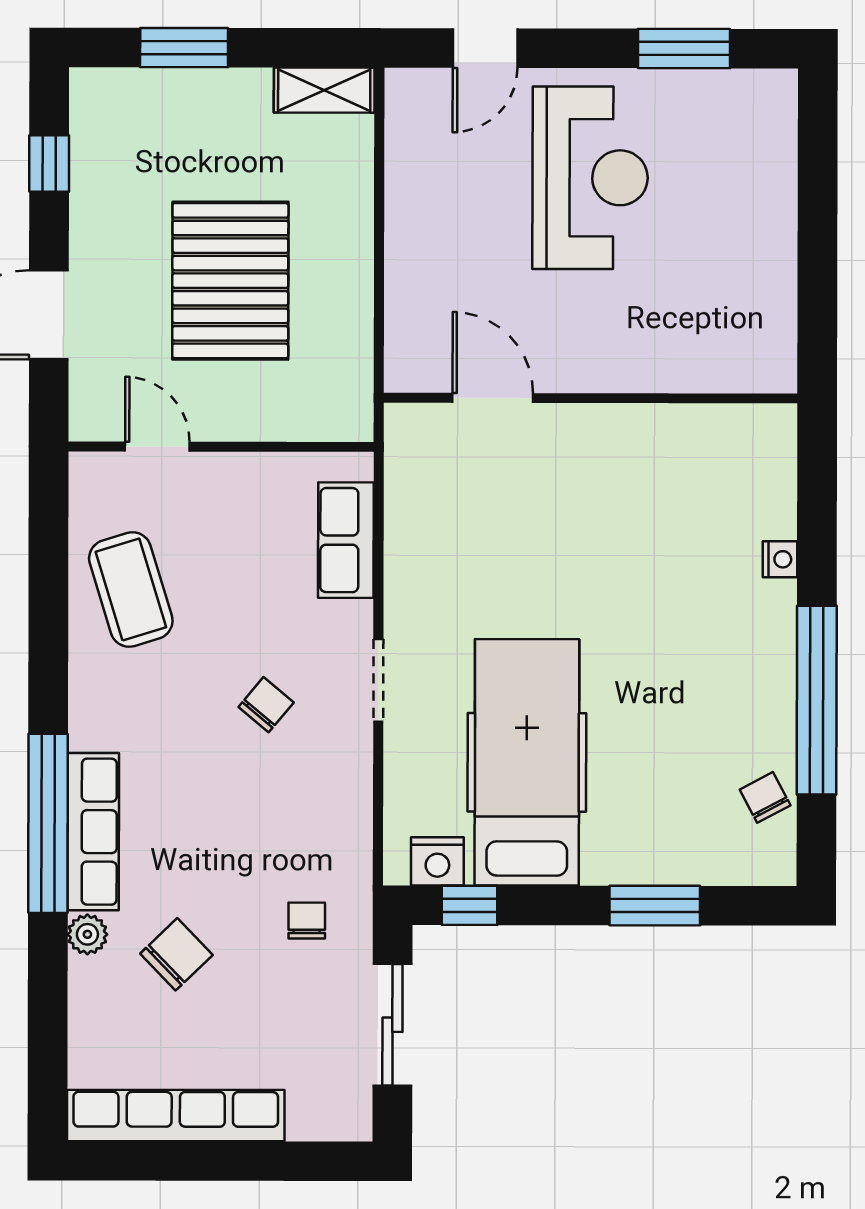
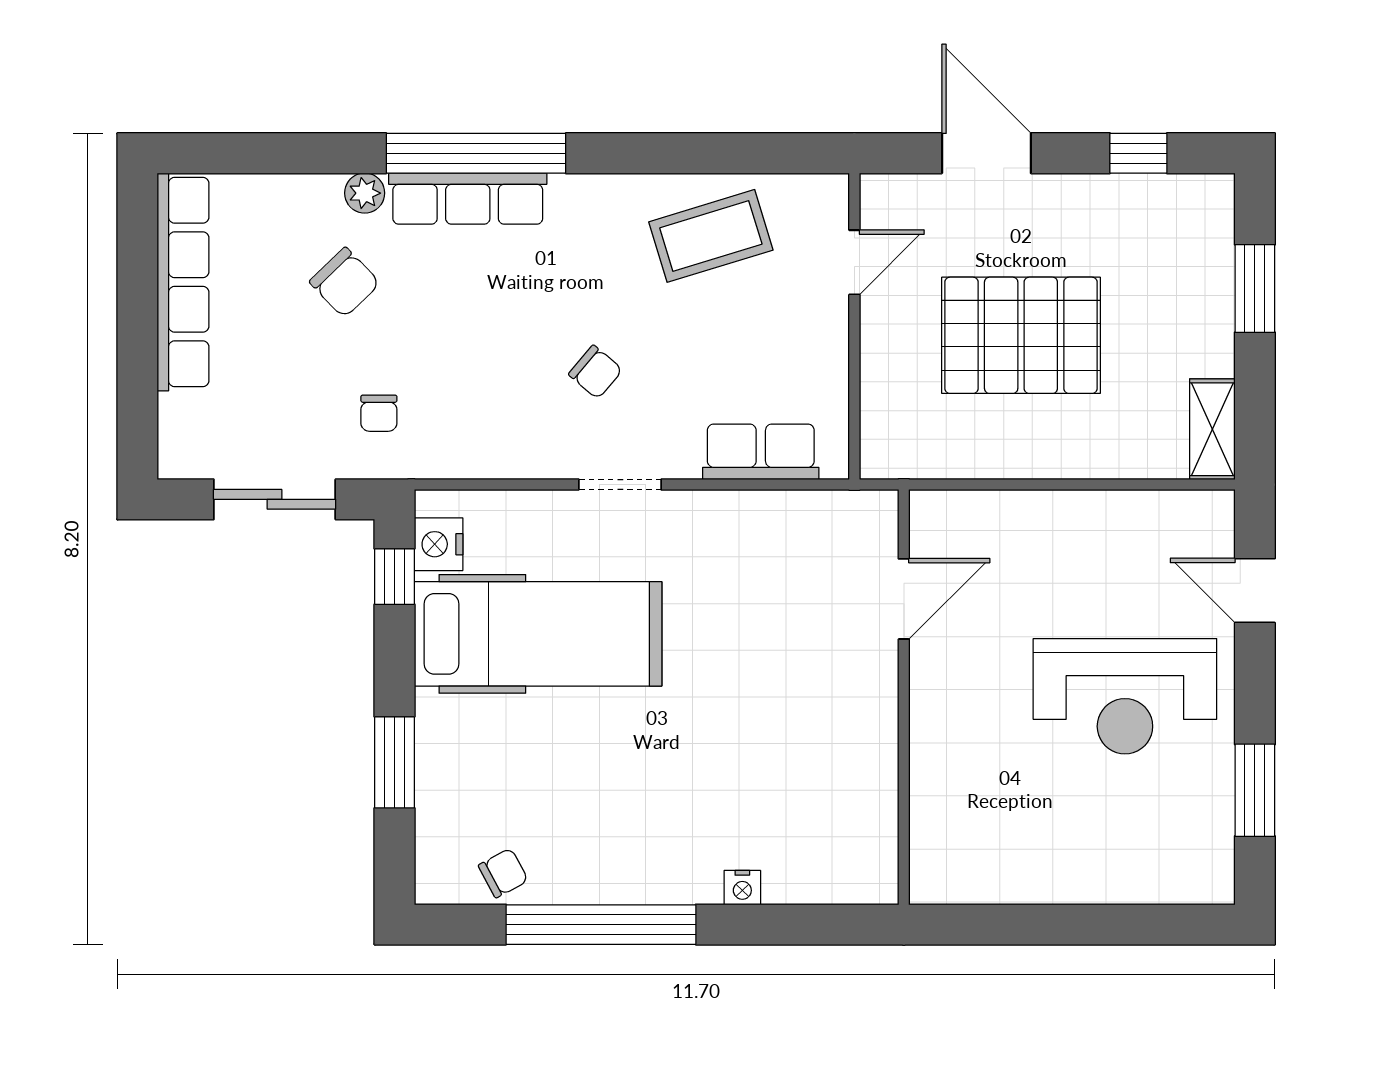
chair: (307, 921) -> (379, 413), turned 90

